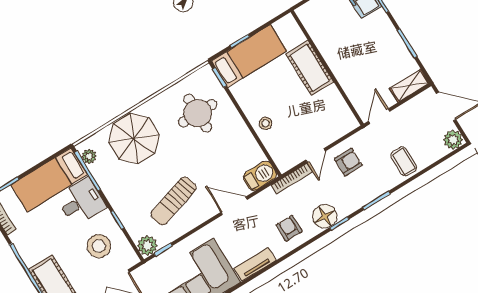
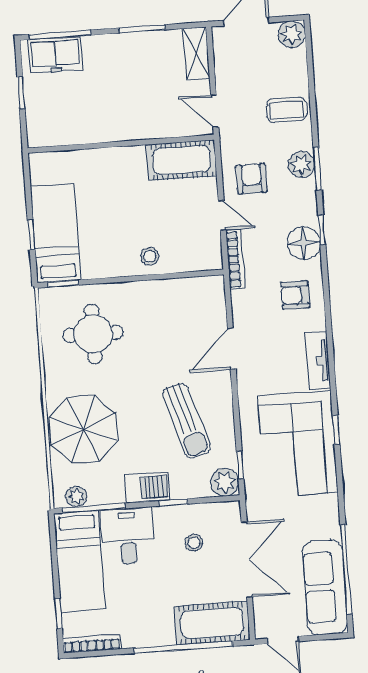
cot: (310, 68) -> (181, 160), moved
barbecue: (260, 176) -> (147, 488), moved, turned 90
plant: (374, 189) -> (301, 164), added
stool: (99, 246) -> (194, 543), width x0.53, depth x0.53

